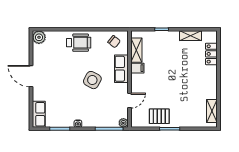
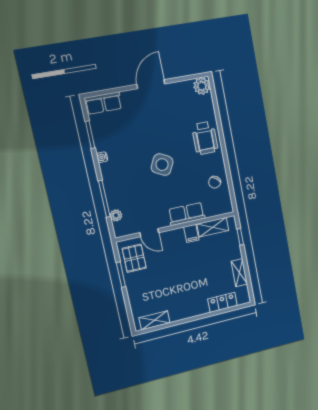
shelving: (136, 50) -> (213, 227), moved
filing cabinet: (137, 68) -> (191, 233), moved
row of seats: (121, 69) -> (187, 214), moved
wall: (129, 79) -> (176, 227), moved
door: (129, 101) -> (149, 233), moved

